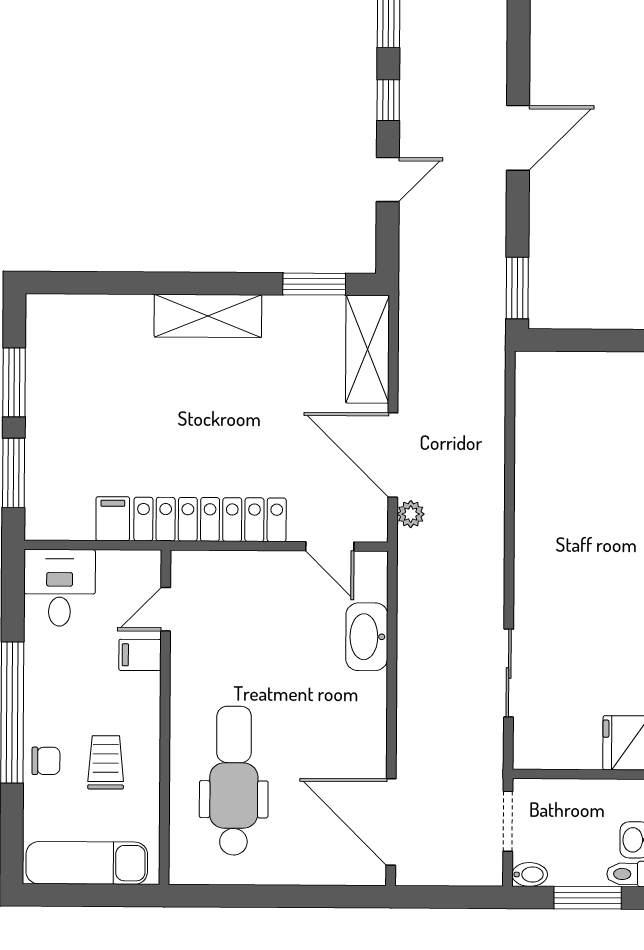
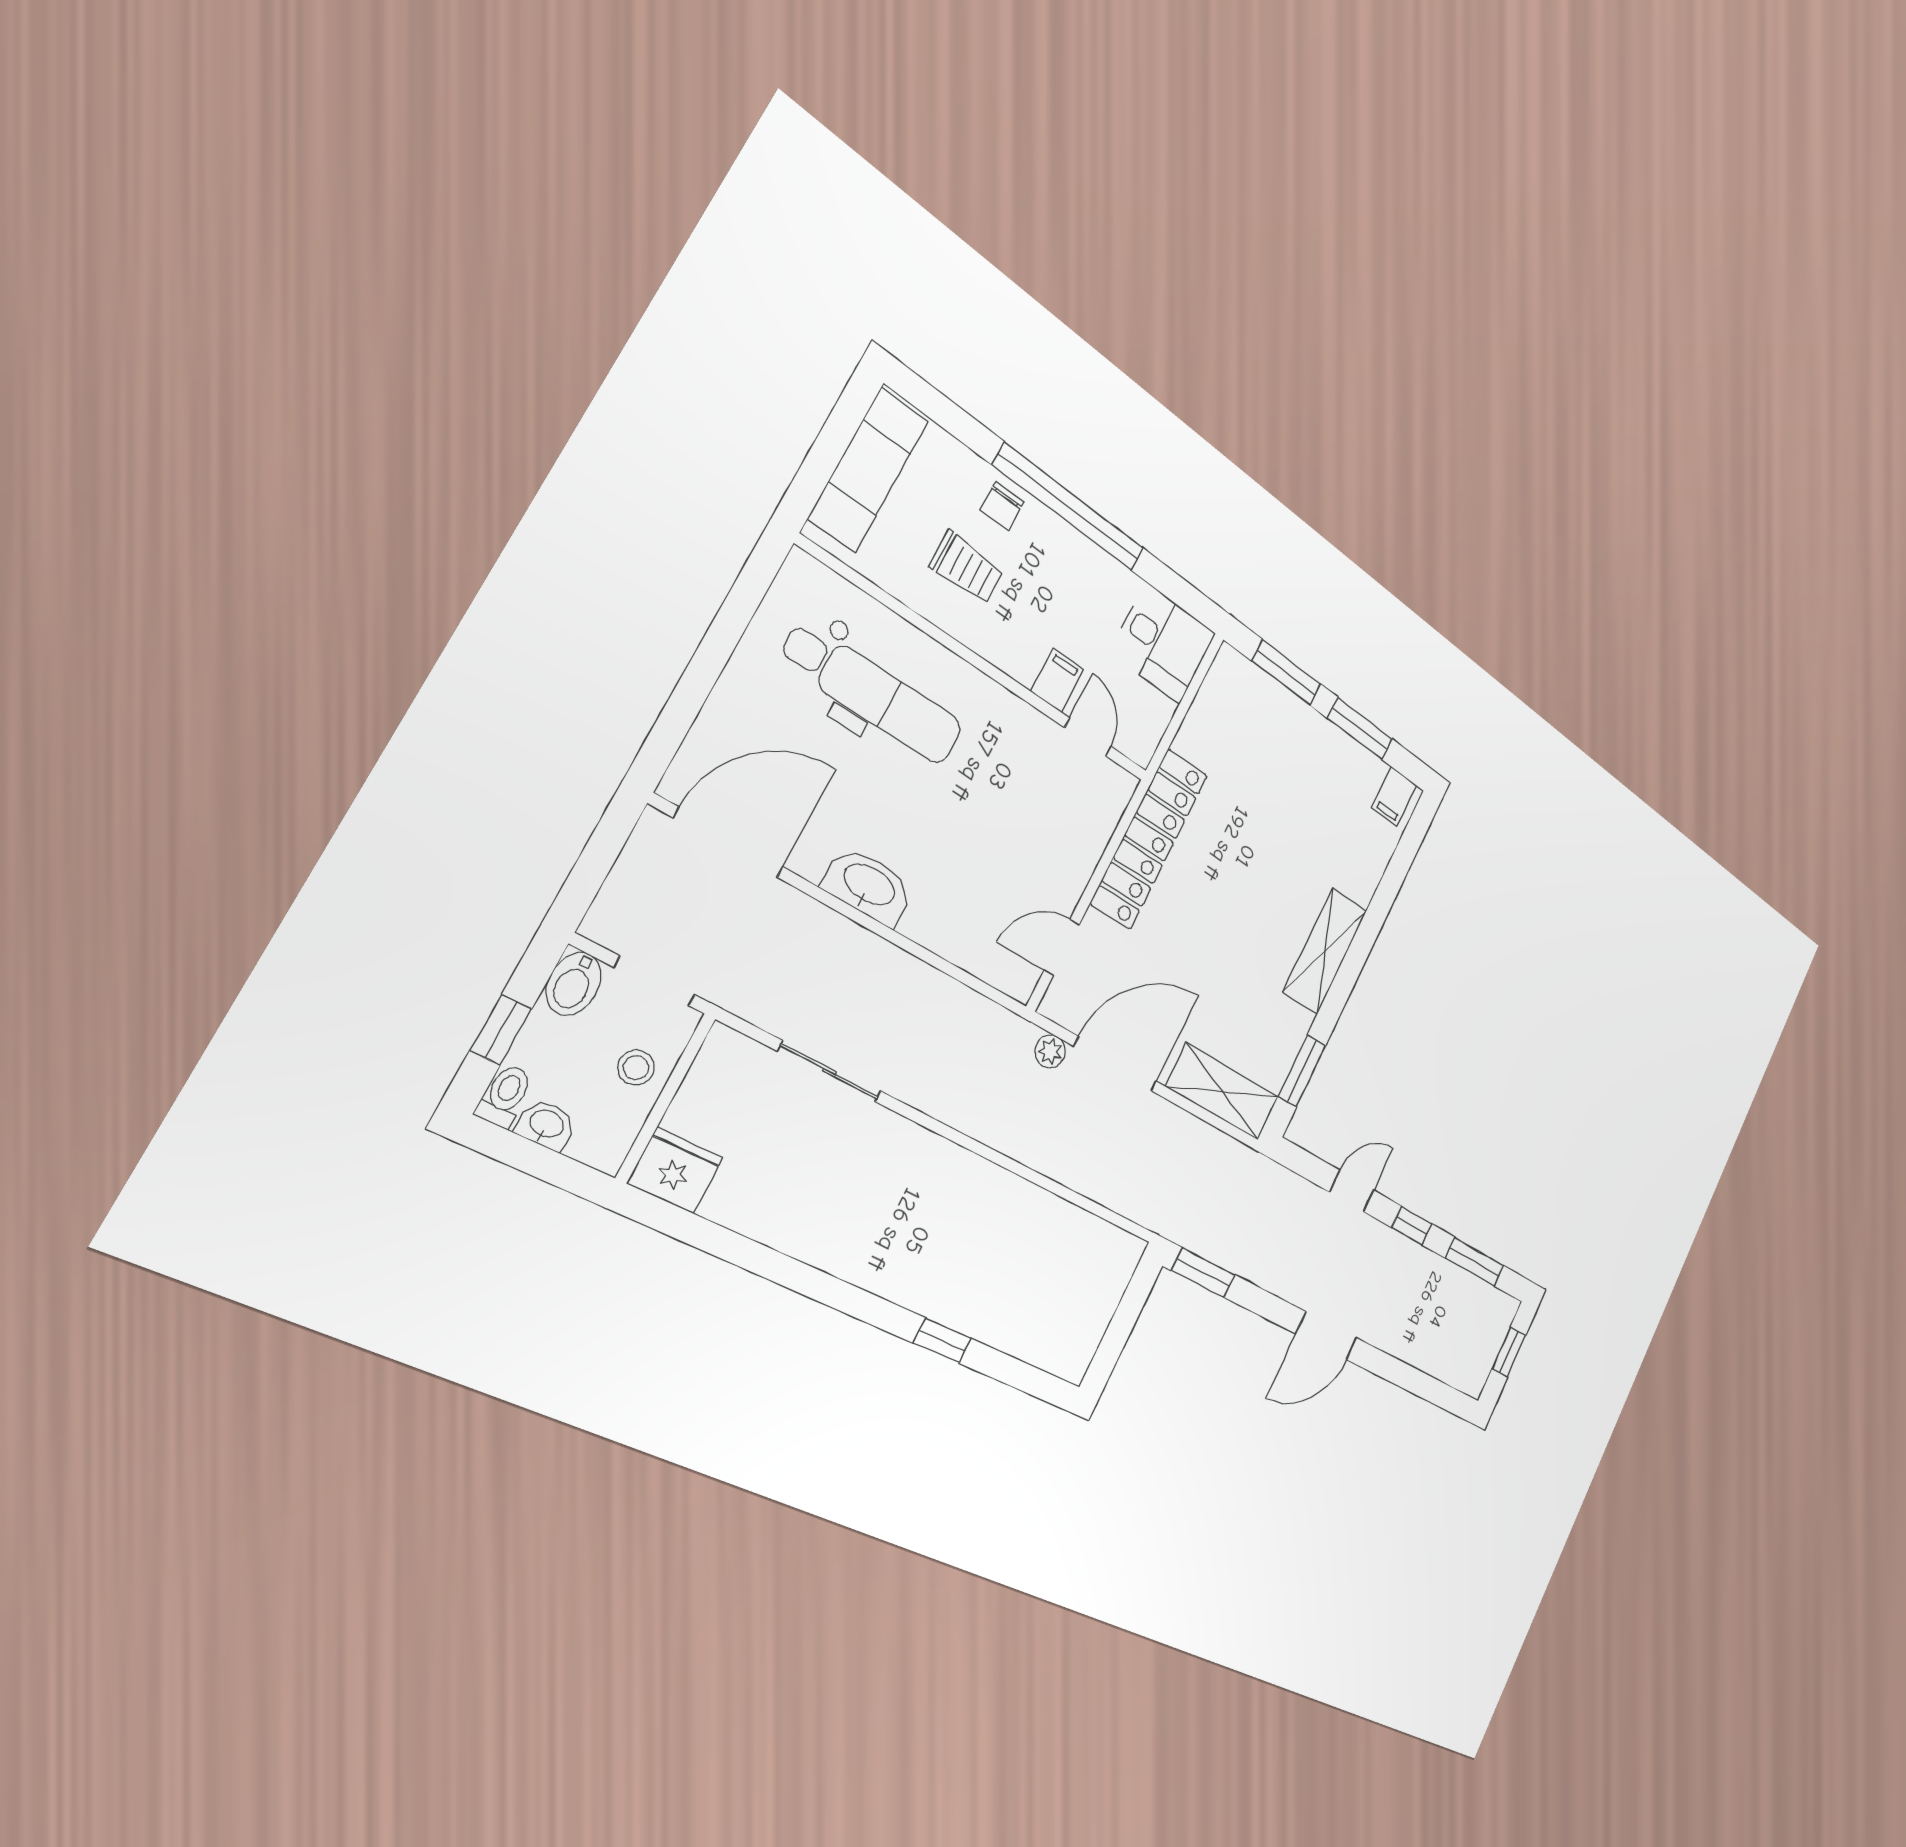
door: (518, 138) -> (1326, 1336), hinge flipped
door: (388, 180) -> (1352, 1191), swing flipped
filing cabinet: (113, 519) -> (1394, 797), moved, turned 90
washbasin: (367, 637) -> (868, 886), moved
stool: (571, 804) -> (636, 1068), added
bidet: (530, 874) -> (574, 984), width x1.38, depth x1.36
window: (588, 898) -> (501, 1030), width x0.67

